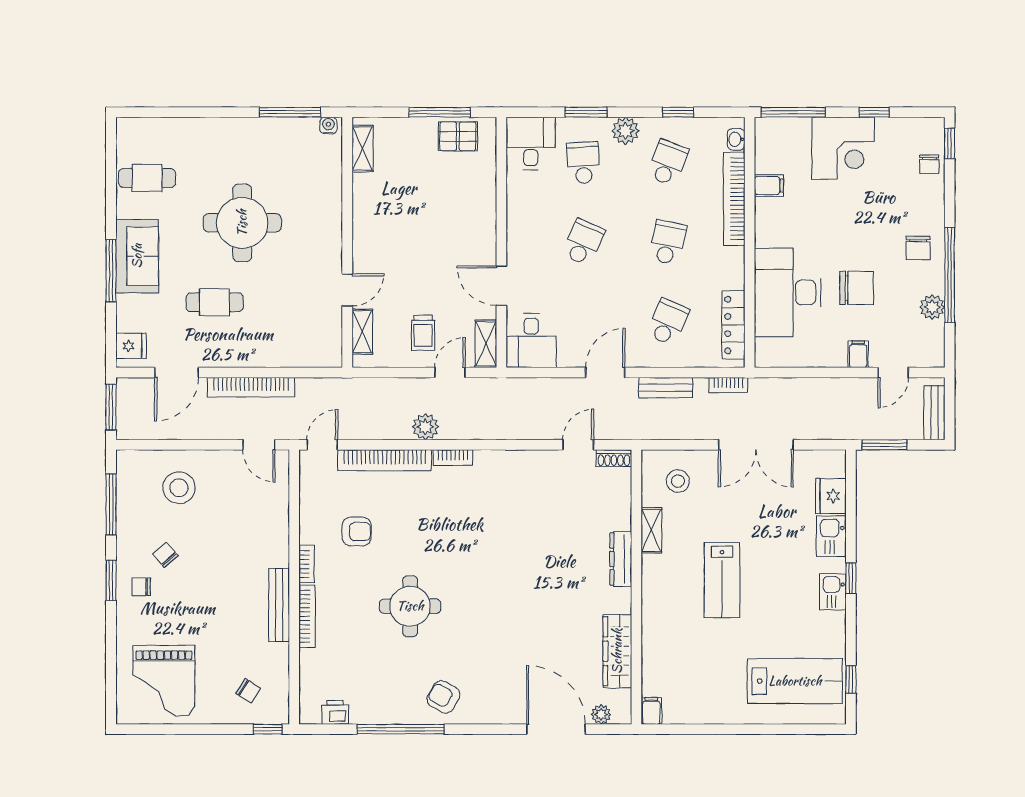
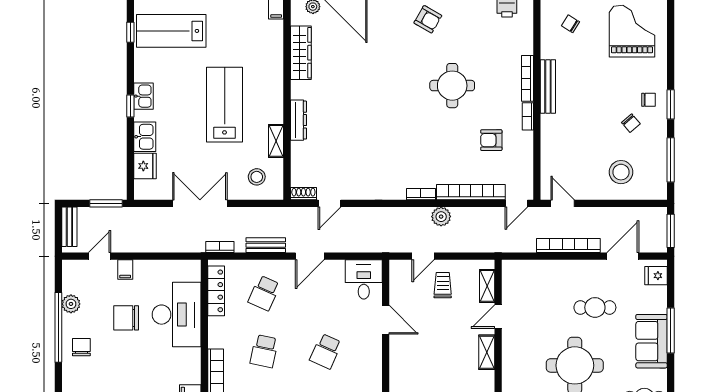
shelving: (486, 344) -> (487, 352), moved
lab bench: (722, 580) -> (225, 105), width x1.36, depth x1.39

